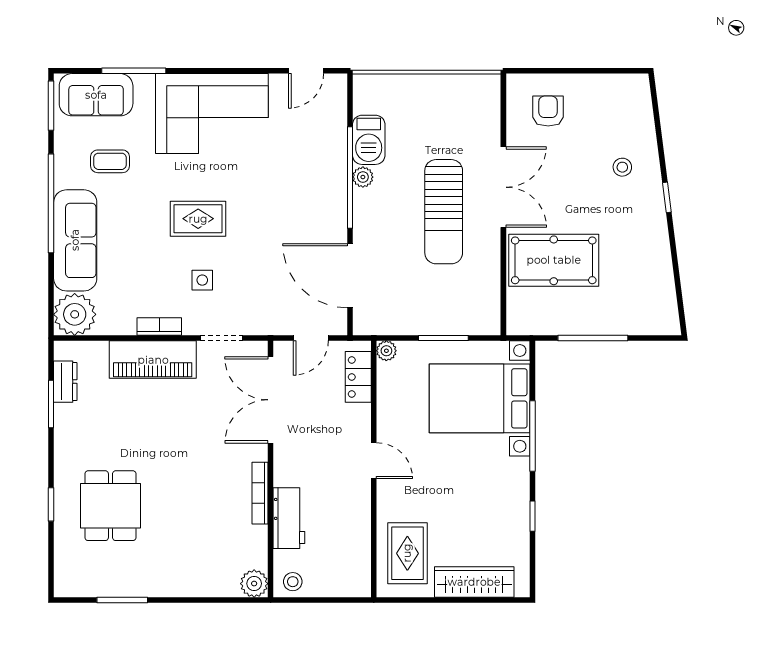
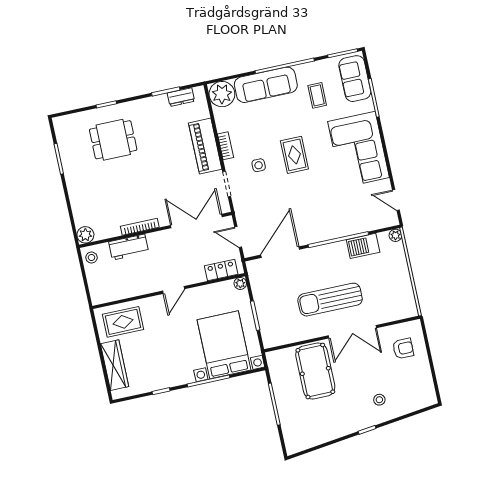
plant: (363, 177) -> (395, 235), moved

